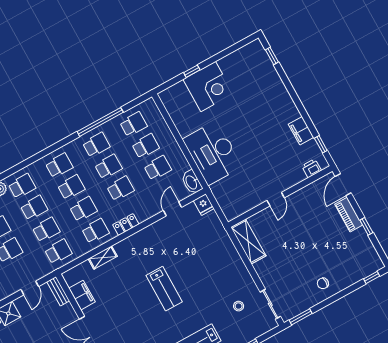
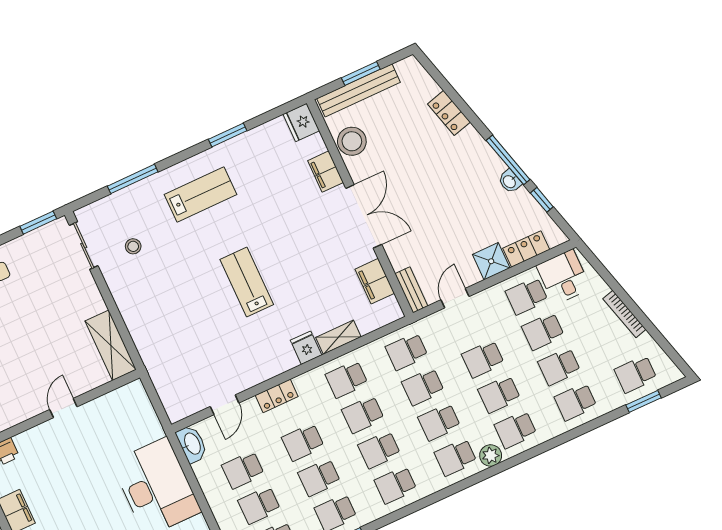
fridge: (204, 205) -> (306, 348), moved
locker: (126, 225) -> (277, 396), moved

